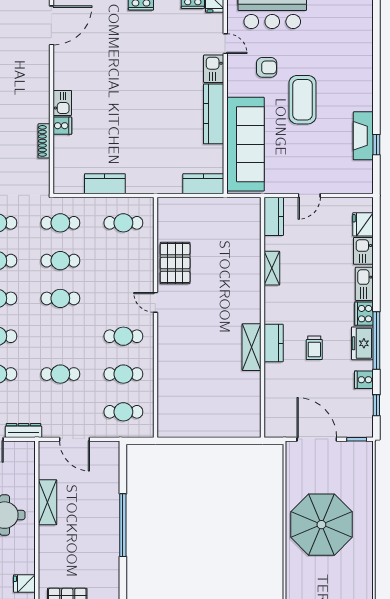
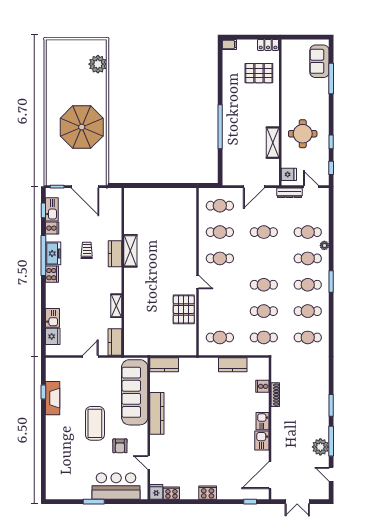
armchair: (267, 67) -> (120, 446), turned -90
kitchen sink: (214, 69) -> (262, 440), moved, turned 180
cooker: (62, 126) -> (262, 386), moved
kitchen sink: (364, 284) -> (52, 209), moved
door: (75, 439) -> (254, 187), swing flipped
fridge: (24, 583) -> (289, 174), moved

